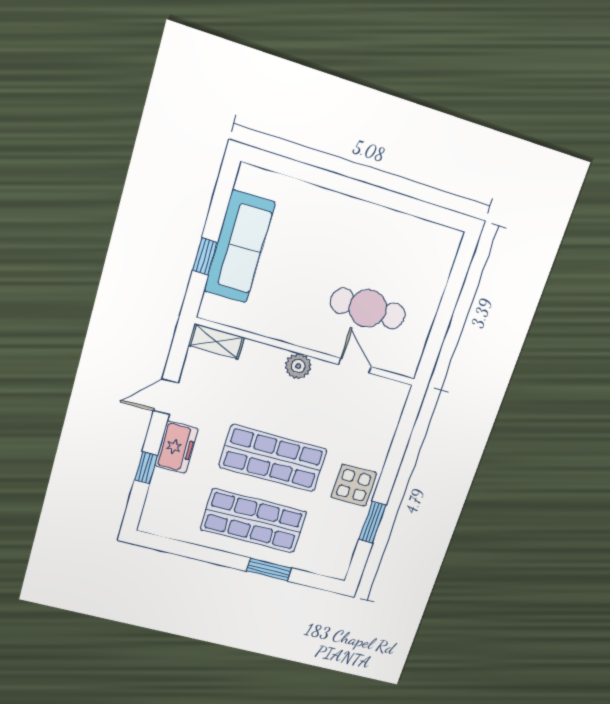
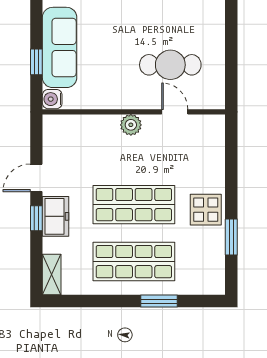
water cooler: (212, 308) -> (52, 99), added
shelving: (216, 341) -> (52, 275), moved, turned 90
window: (146, 468) -> (36, 218), moved

